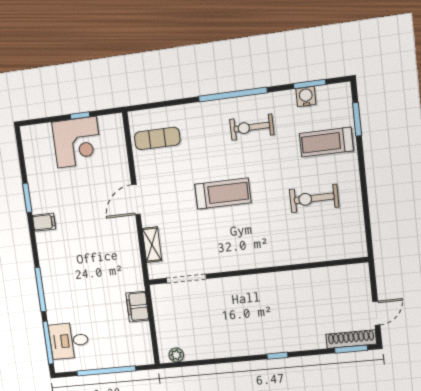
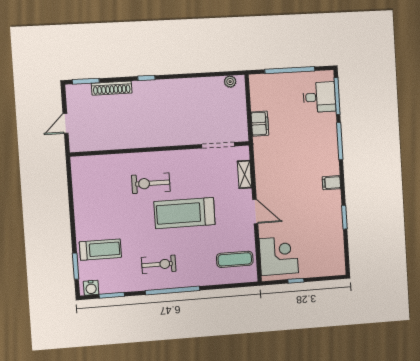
water cooler: (306, 97) -> (91, 288), moved
corner desk: (77, 142) -> (279, 256), moved, turned 90
treadmill: (223, 193) -> (184, 213), width x1.37, depth x1.38
exercise bike: (314, 198) -> (151, 183), moved, turned 180
door: (136, 199) -> (255, 212), hinge flipped
filing cabinet: (44, 222) -> (331, 183), moved
door: (376, 313) -> (66, 123), moved
shoe rack: (351, 339) -> (112, 88), moved

